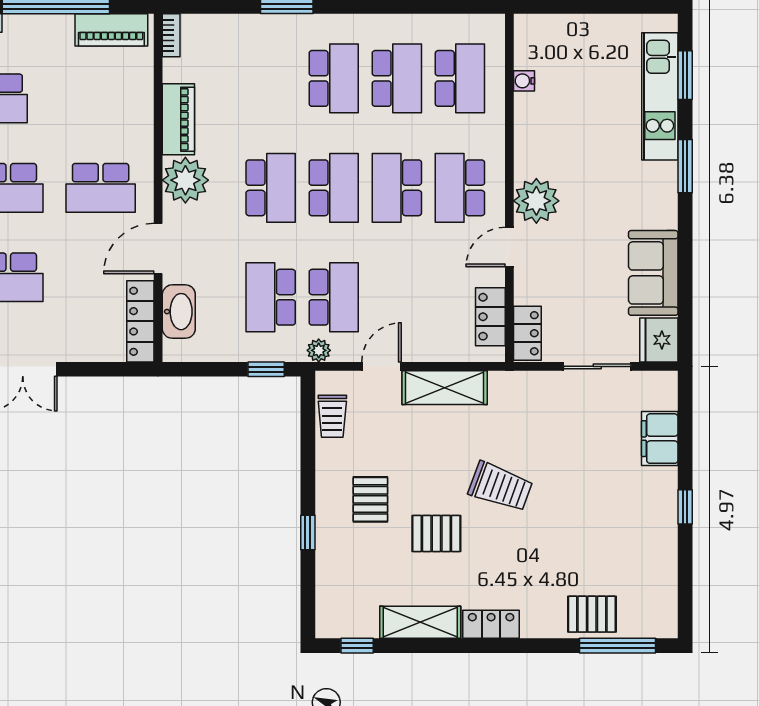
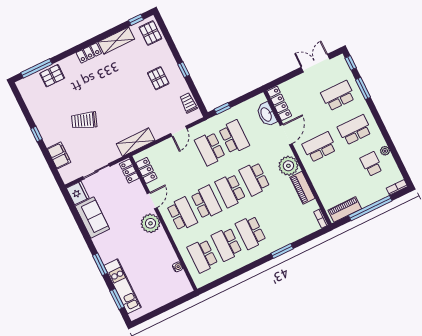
plant: (319, 350) -> (206, 126), removed
shelving: (445, 388) -> (136, 142), moved
trolley: (500, 487) -> (84, 120), moved
window: (308, 532) -> (184, 70), moved
pallet: (436, 533) -> (150, 33), moved, turned 90

